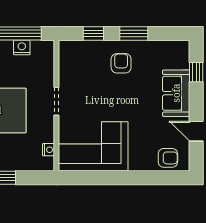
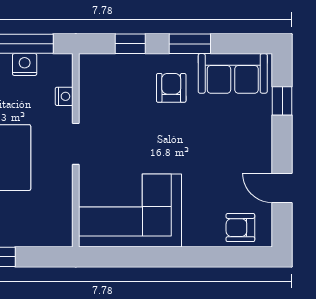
sofa: (176, 93) -> (233, 73), moved, turned -90
nightstand: (49, 150) -> (64, 96), moved
armchair: (168, 158) -> (240, 228), turned 180

